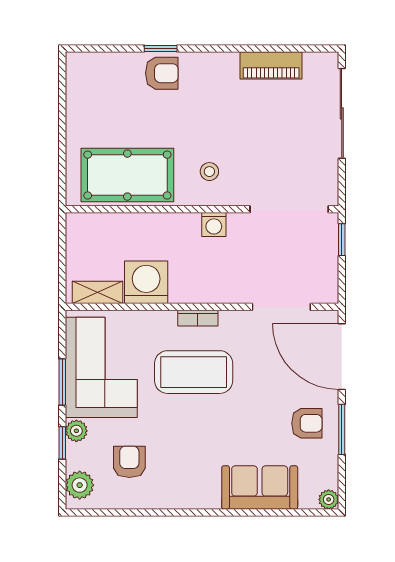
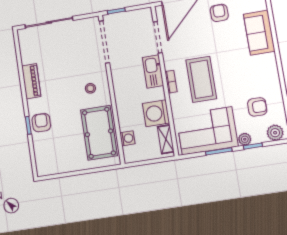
piano: (271, 65) -> (31, 81), moved
washing machine: (214, 225) -> (127, 138), moved
kitchen sink: (221, 289) -> (153, 71), added
armchair: (129, 462) -> (257, 107), turned 180

